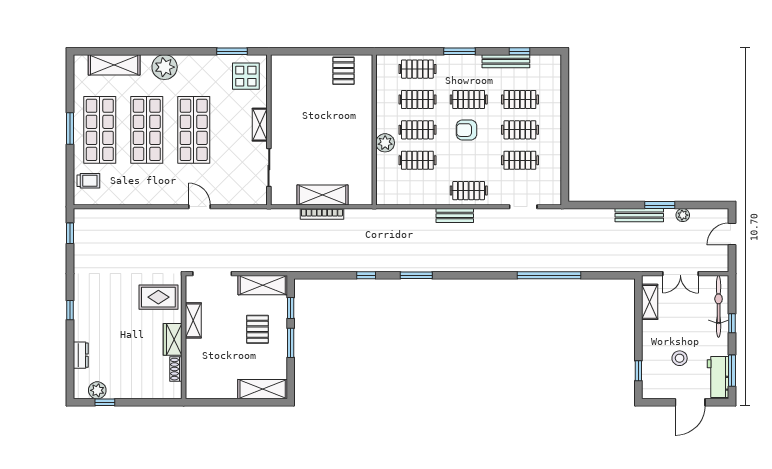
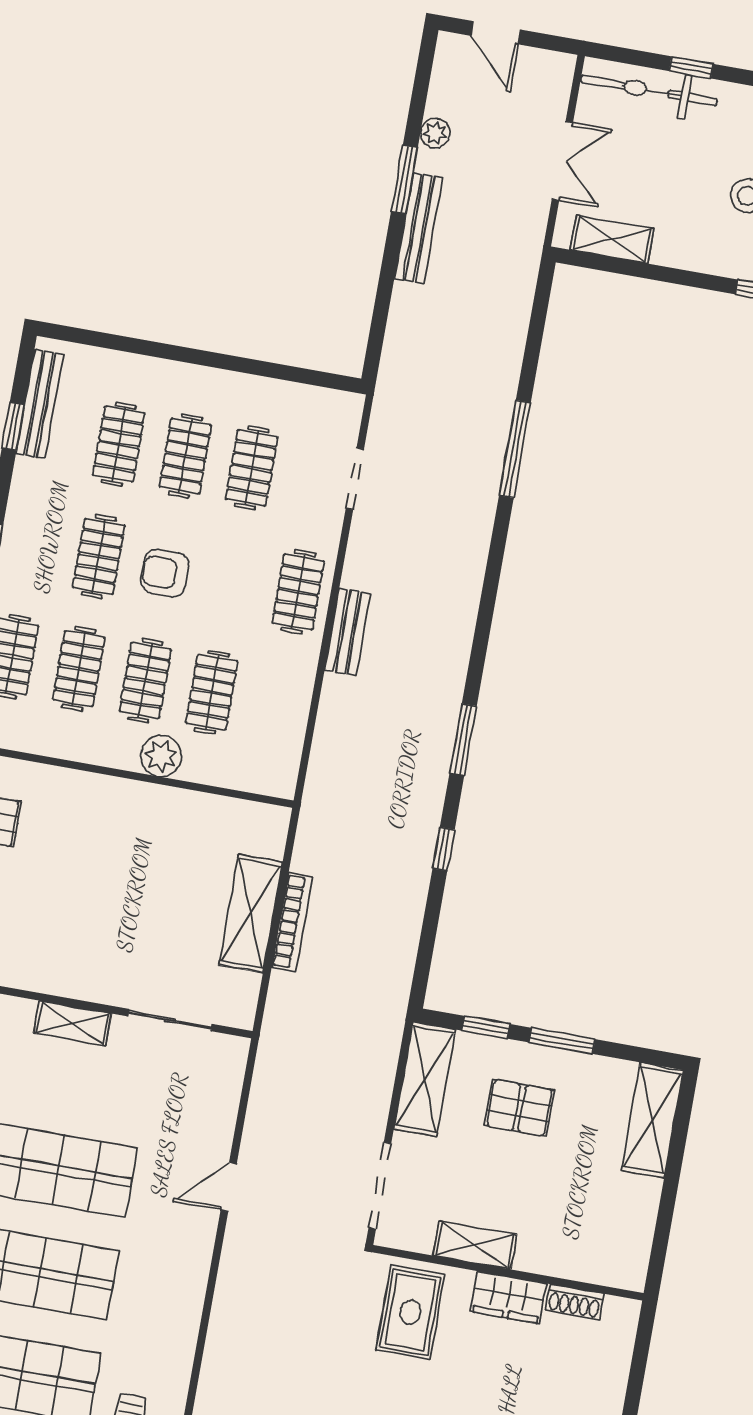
bench: (506, 61) -> (40, 404), moved
armchair: (467, 130) -> (165, 573), turned 90
window: (549, 275) -> (515, 449), width x0.68

